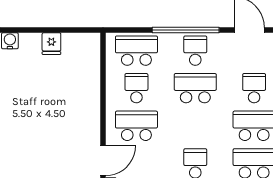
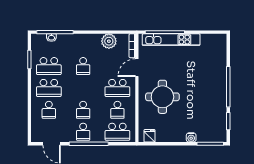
fridge: (51, 44) -> (149, 136), moved
school desk: (195, 88) -> (83, 110), width x0.54
round table: (59, 111) -> (162, 97), added

